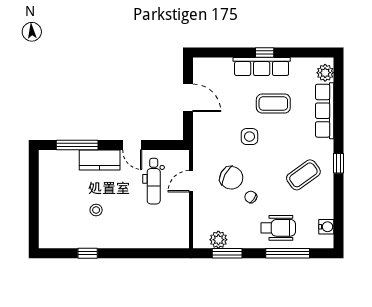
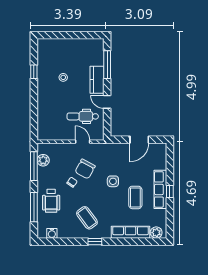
door: (132, 145) -> (107, 102), hinge flipped
window: (227, 253) -> (34, 166), width x1.44

